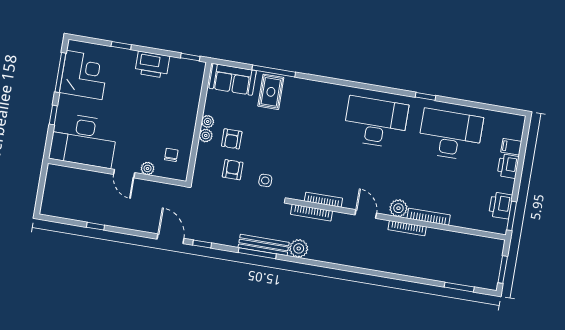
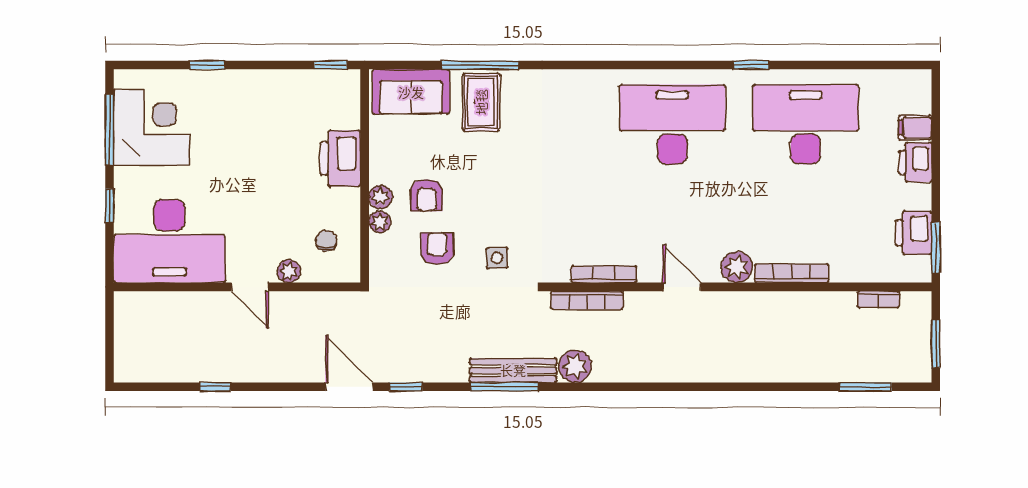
printer: (152, 65) -> (340, 158), moved, turned 90
plant: (208, 121) -> (380, 222), moved
bookcase: (407, 228) -> (879, 299), moved, width x0.64

